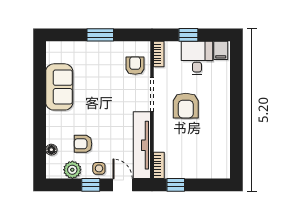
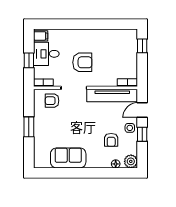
plant: (72, 170) -> (131, 161), moved
window: (176, 185) -> (142, 46), moved

